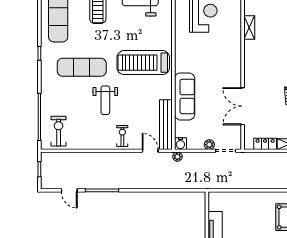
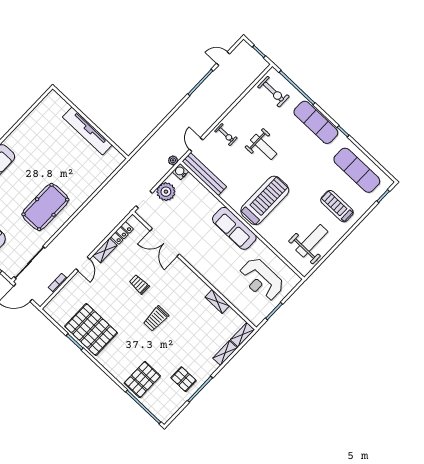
exercise mat: (82, 67) -> (316, 122), moved, turned 90
sofa: (185, 96) -> (234, 228), moved
weight bench: (105, 100) -> (264, 147), turned 180
double door: (243, 106) -> (165, 242), swing flipped
plant: (209, 145) -> (166, 192), width x1.88, depth x1.88
door: (150, 151) -> (196, 145), swing flipped

